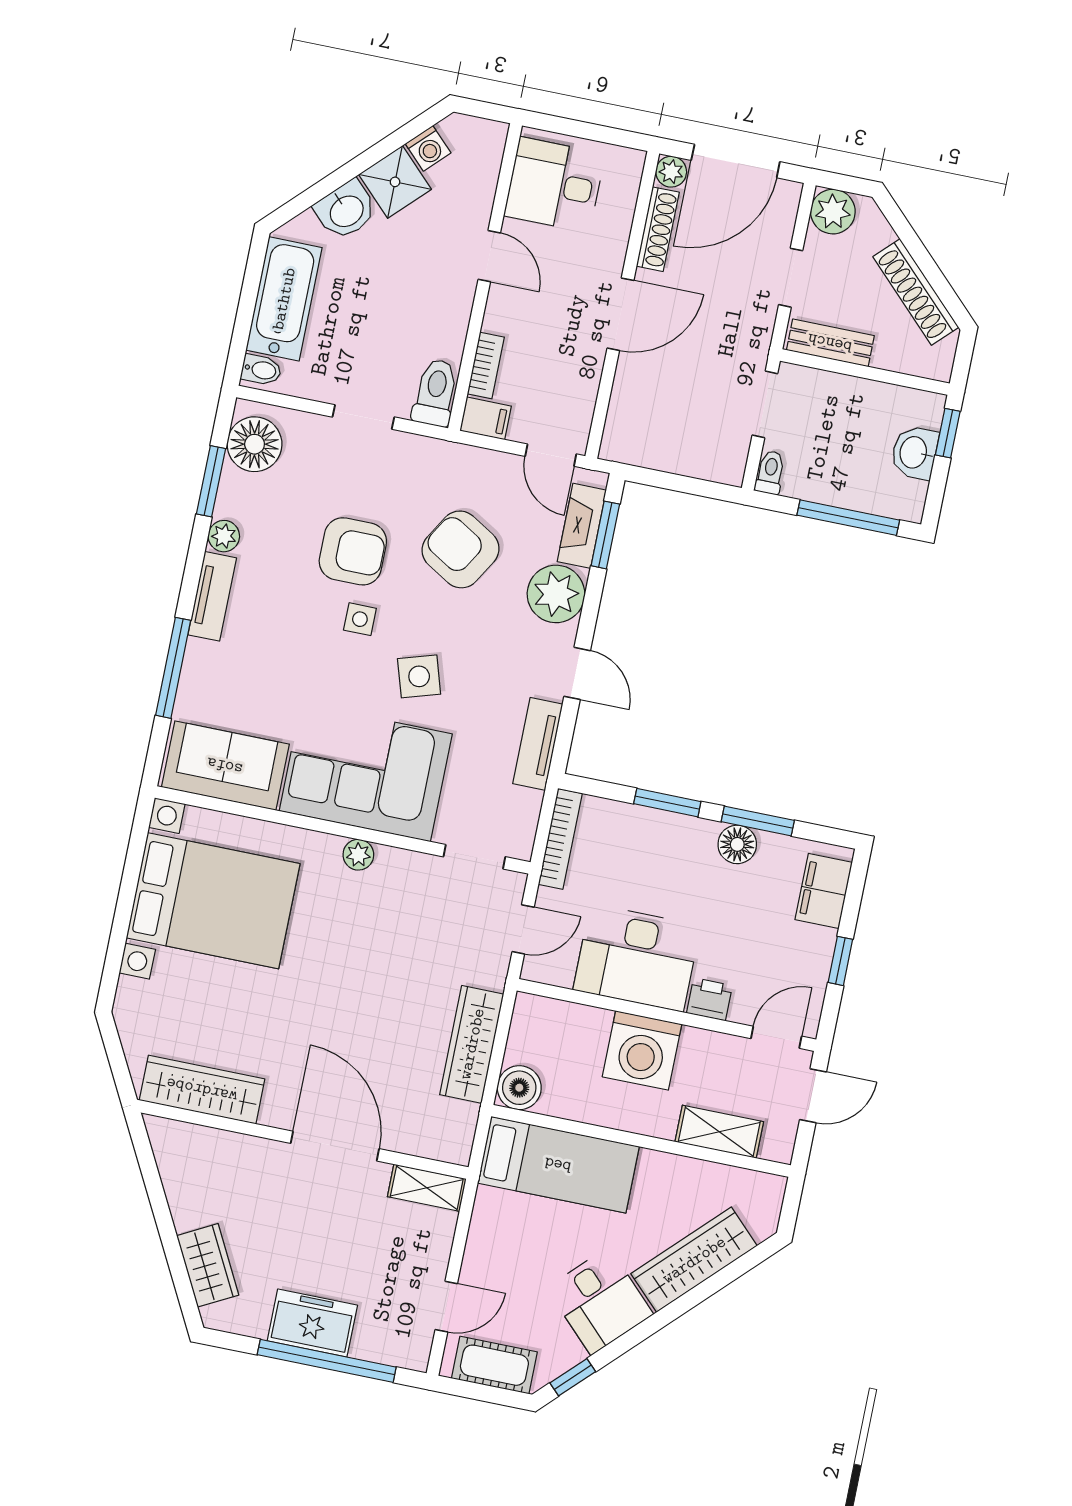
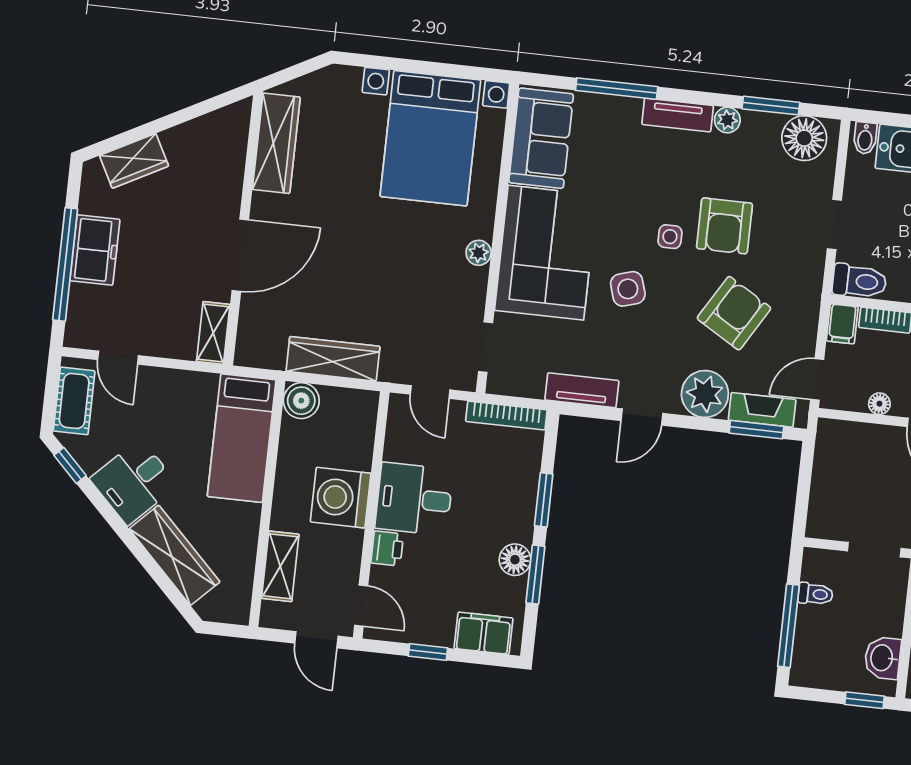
floor lamp: (587, 382) -> (879, 404), added
washbasin: (914, 453) -> (883, 658), moved, turned -90
toilet: (770, 472) -> (815, 594), moved
desk: (637, 958) -> (414, 499), width x0.73

